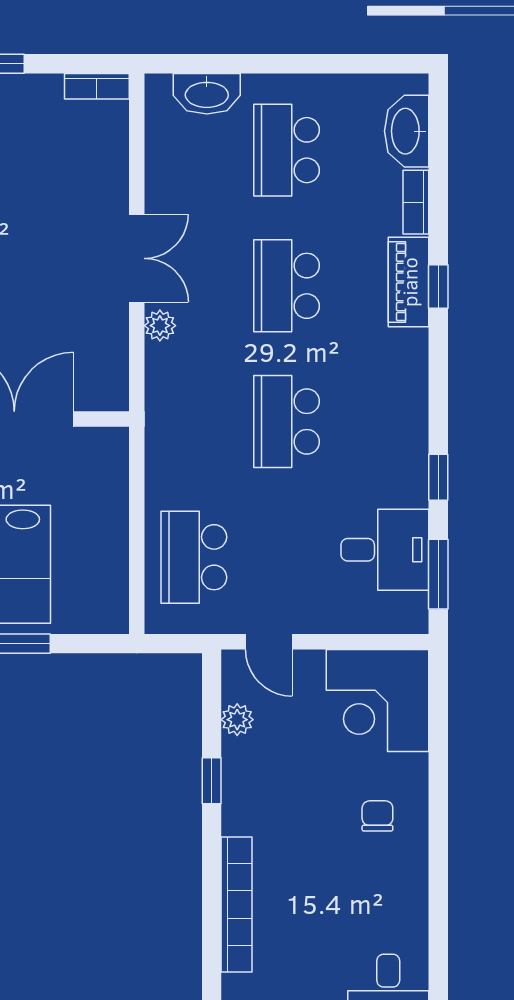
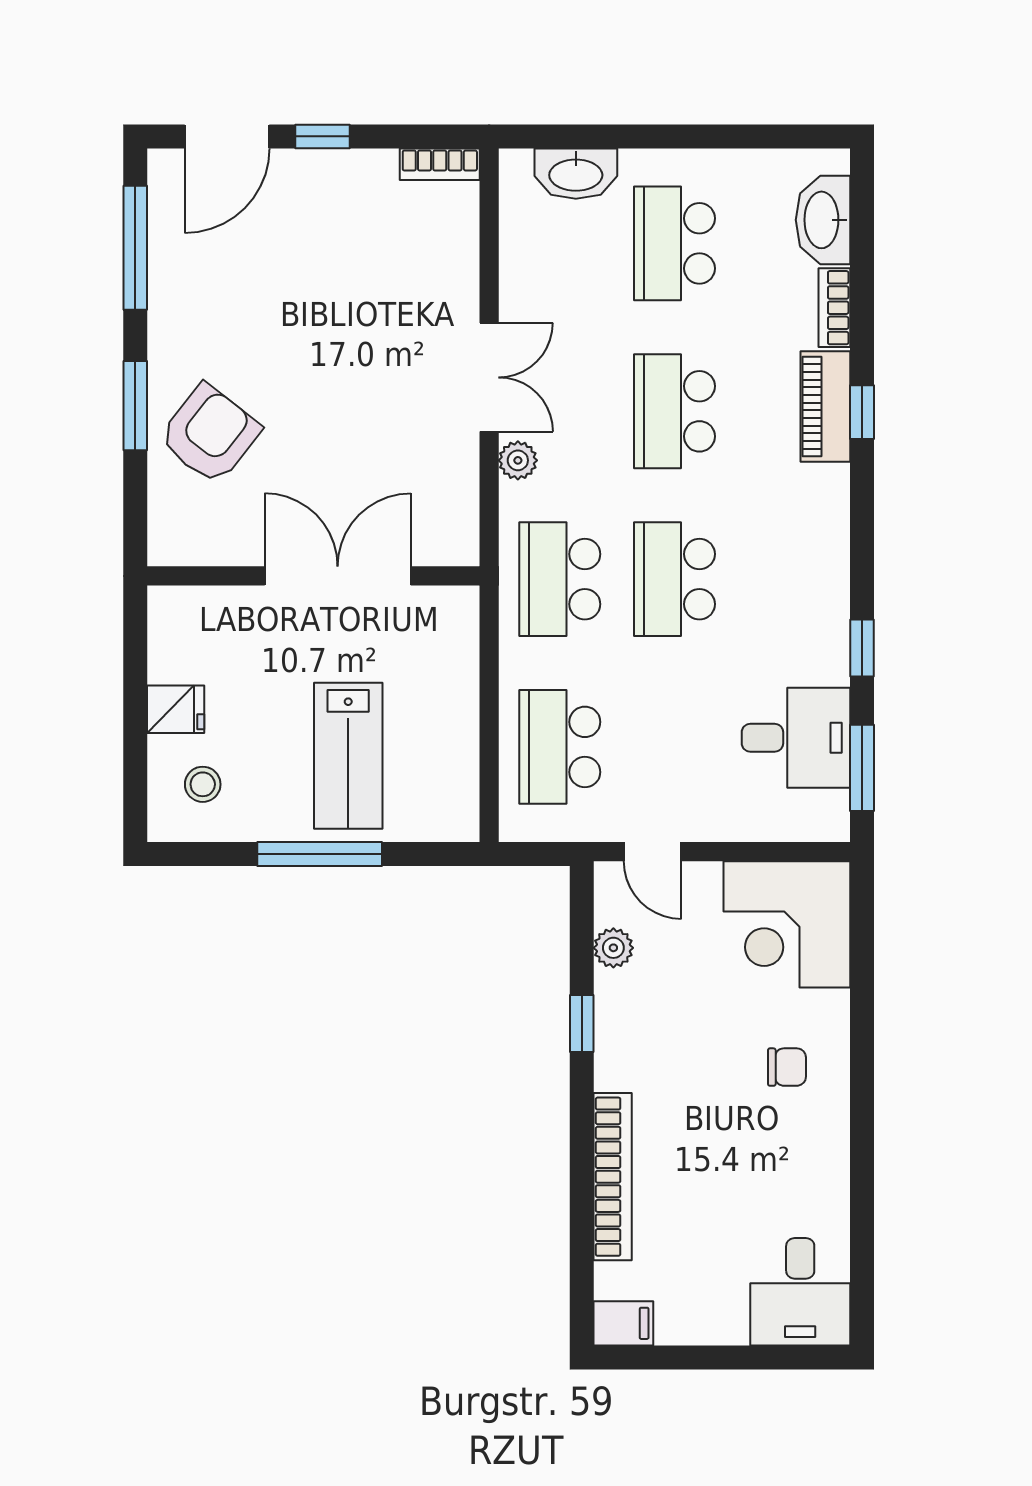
school desk: (194, 421) -> (560, 579), added
chair: (377, 816) -> (787, 1067), turned 90

